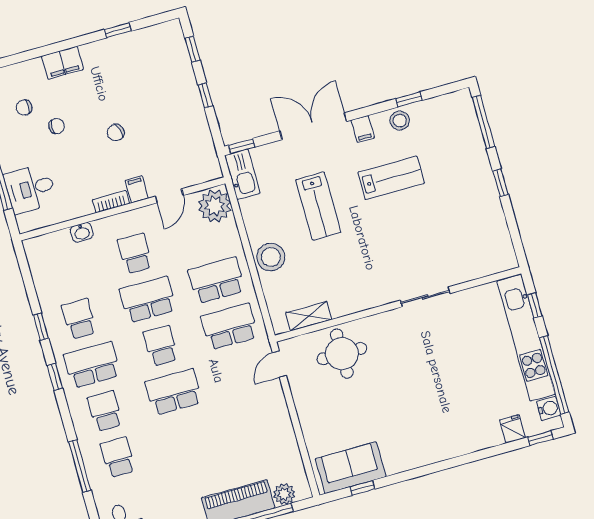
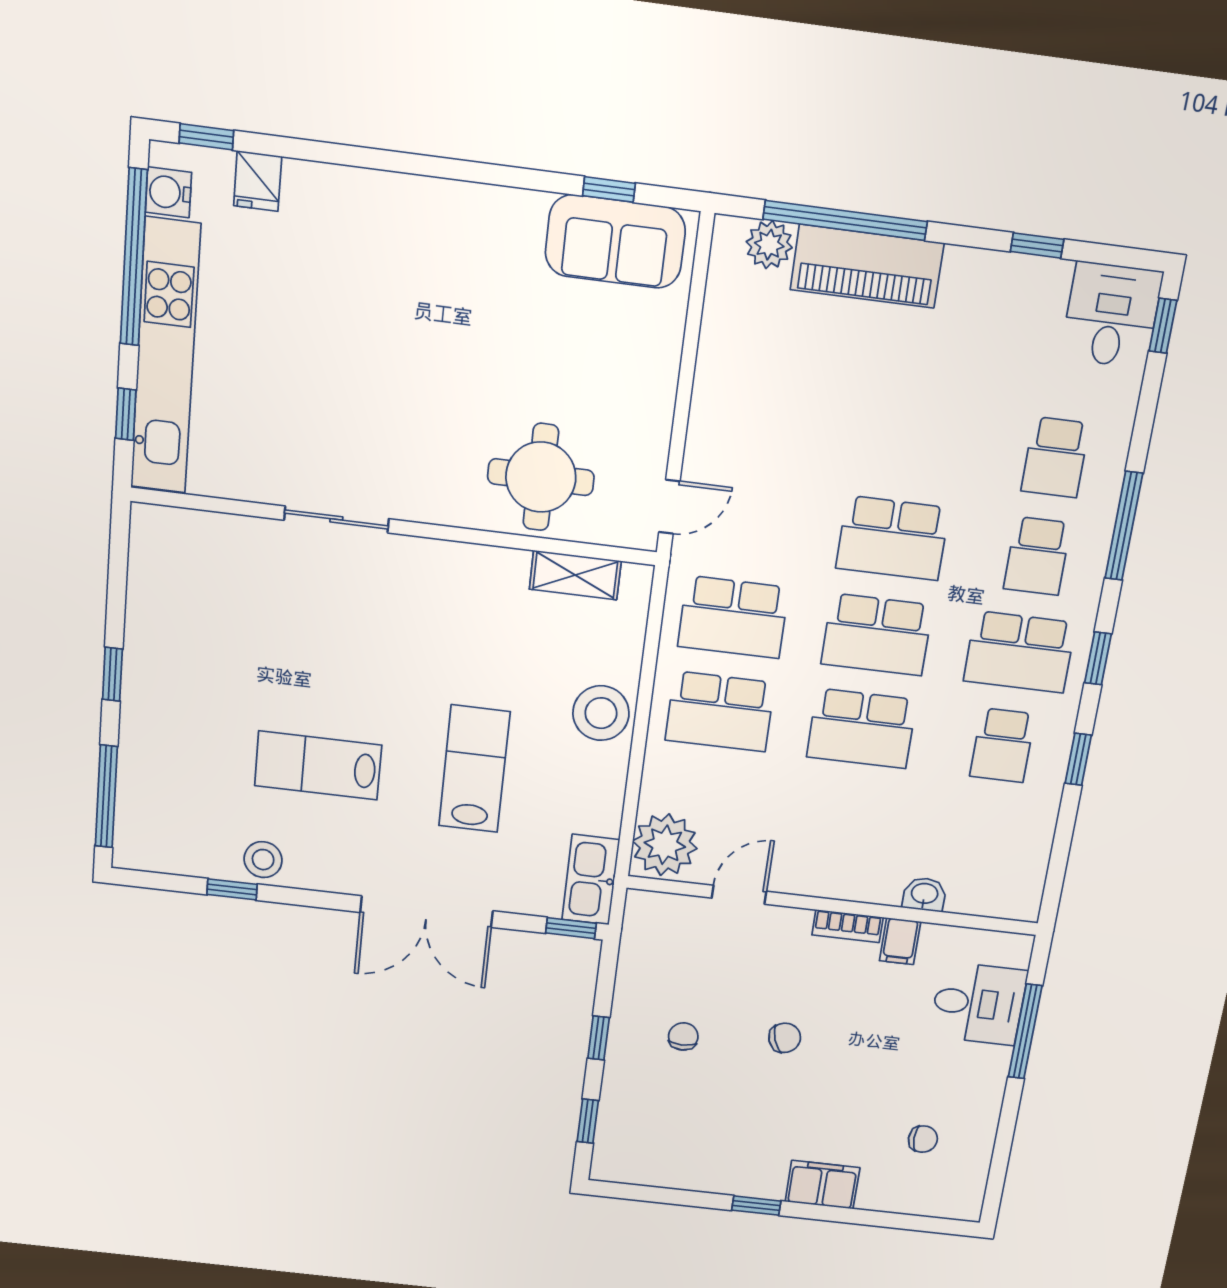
window: (118, 30) -> (756, 1206), moved
chair: (57, 126) -> (683, 1036), moved, turned 90
filing cabinet: (363, 129) -> (338, 872), removed
filing cabinet: (137, 189) -> (900, 941), moved
school desk: (135, 253) -> (847, 820), removed
school desk: (161, 346) -> (877, 635), width x1.85
window: (80, 466) -> (1124, 526), moved

